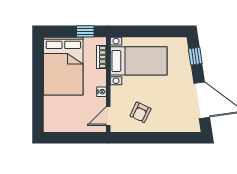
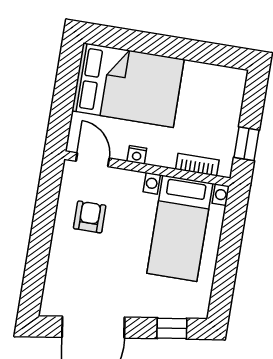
bed: (63, 66) -> (128, 85), moved, turned 180
armchair: (140, 112) -> (90, 217), turned 65

